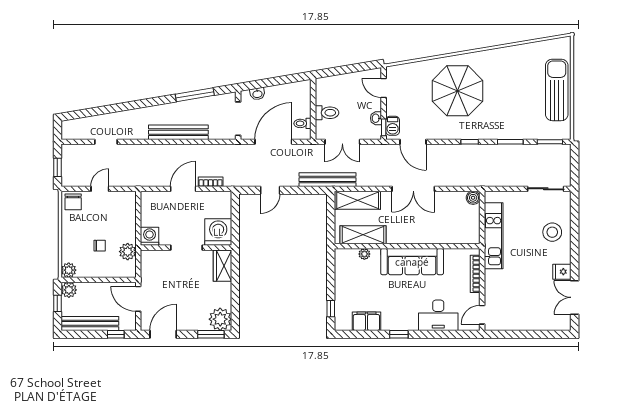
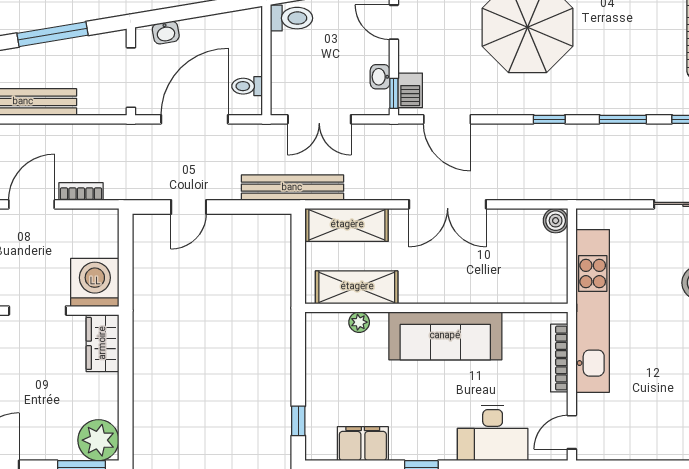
toilet: (327, 113) -> (292, 18), moved
kitchen unit: (494, 236) -> (593, 311), width x1.36

